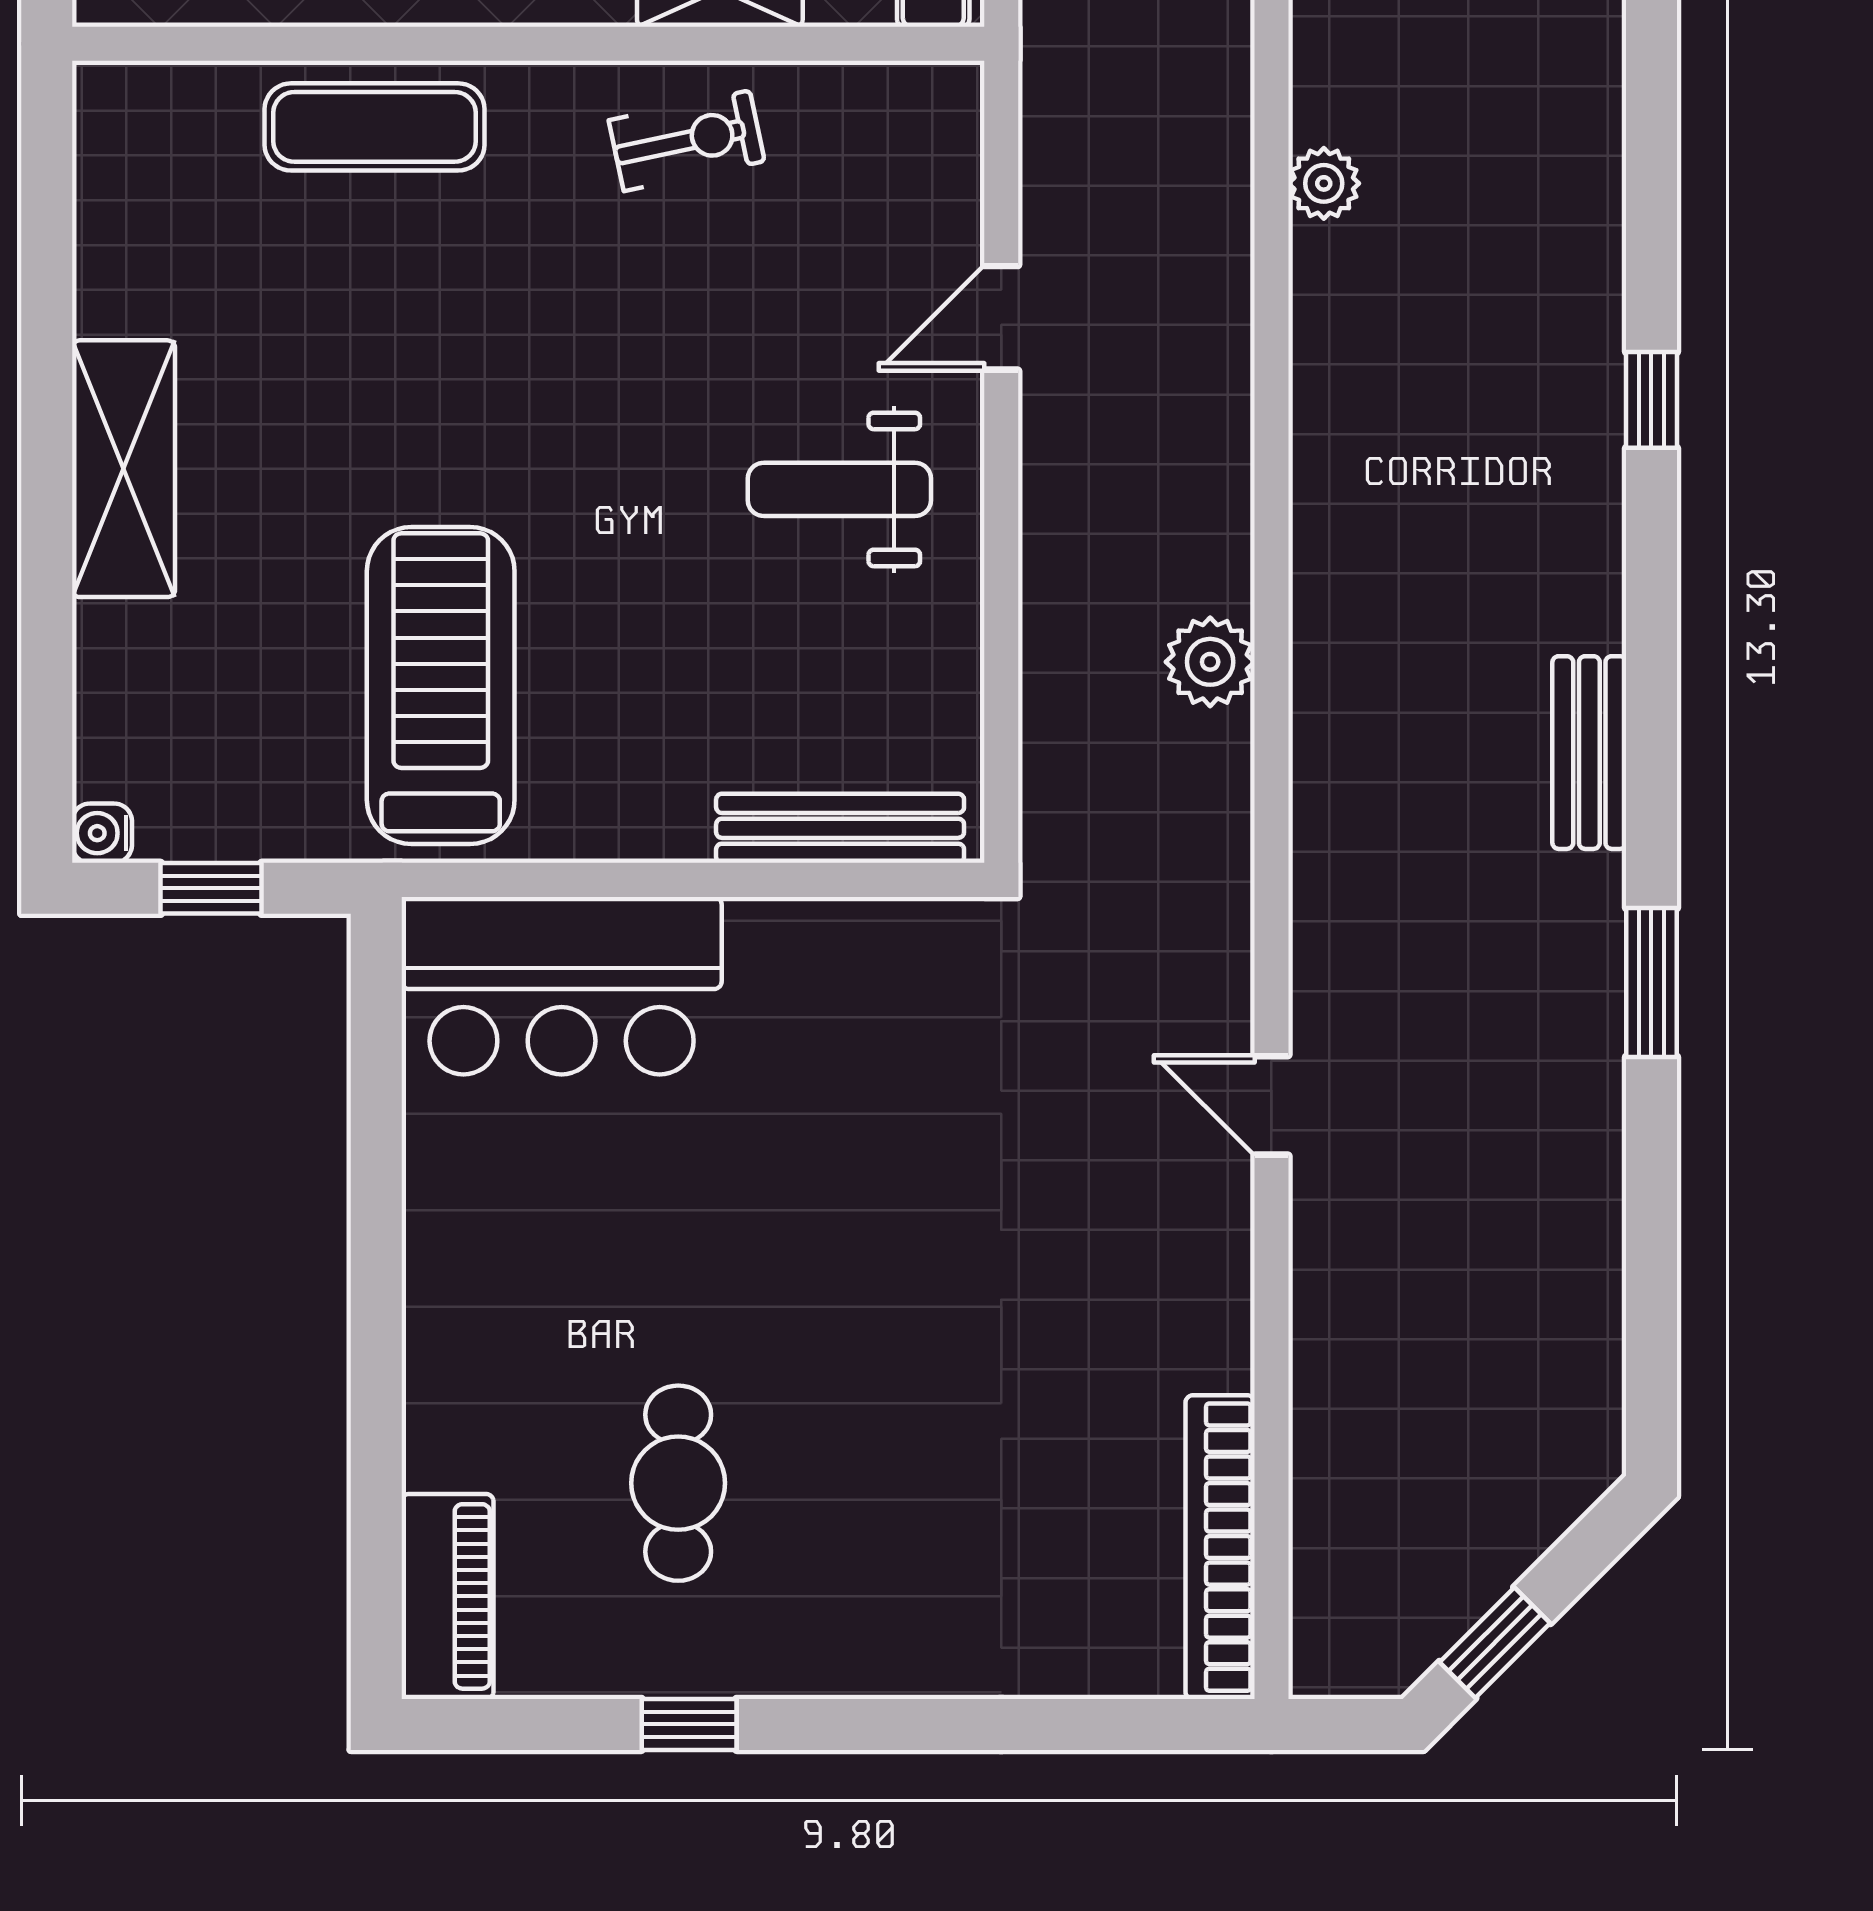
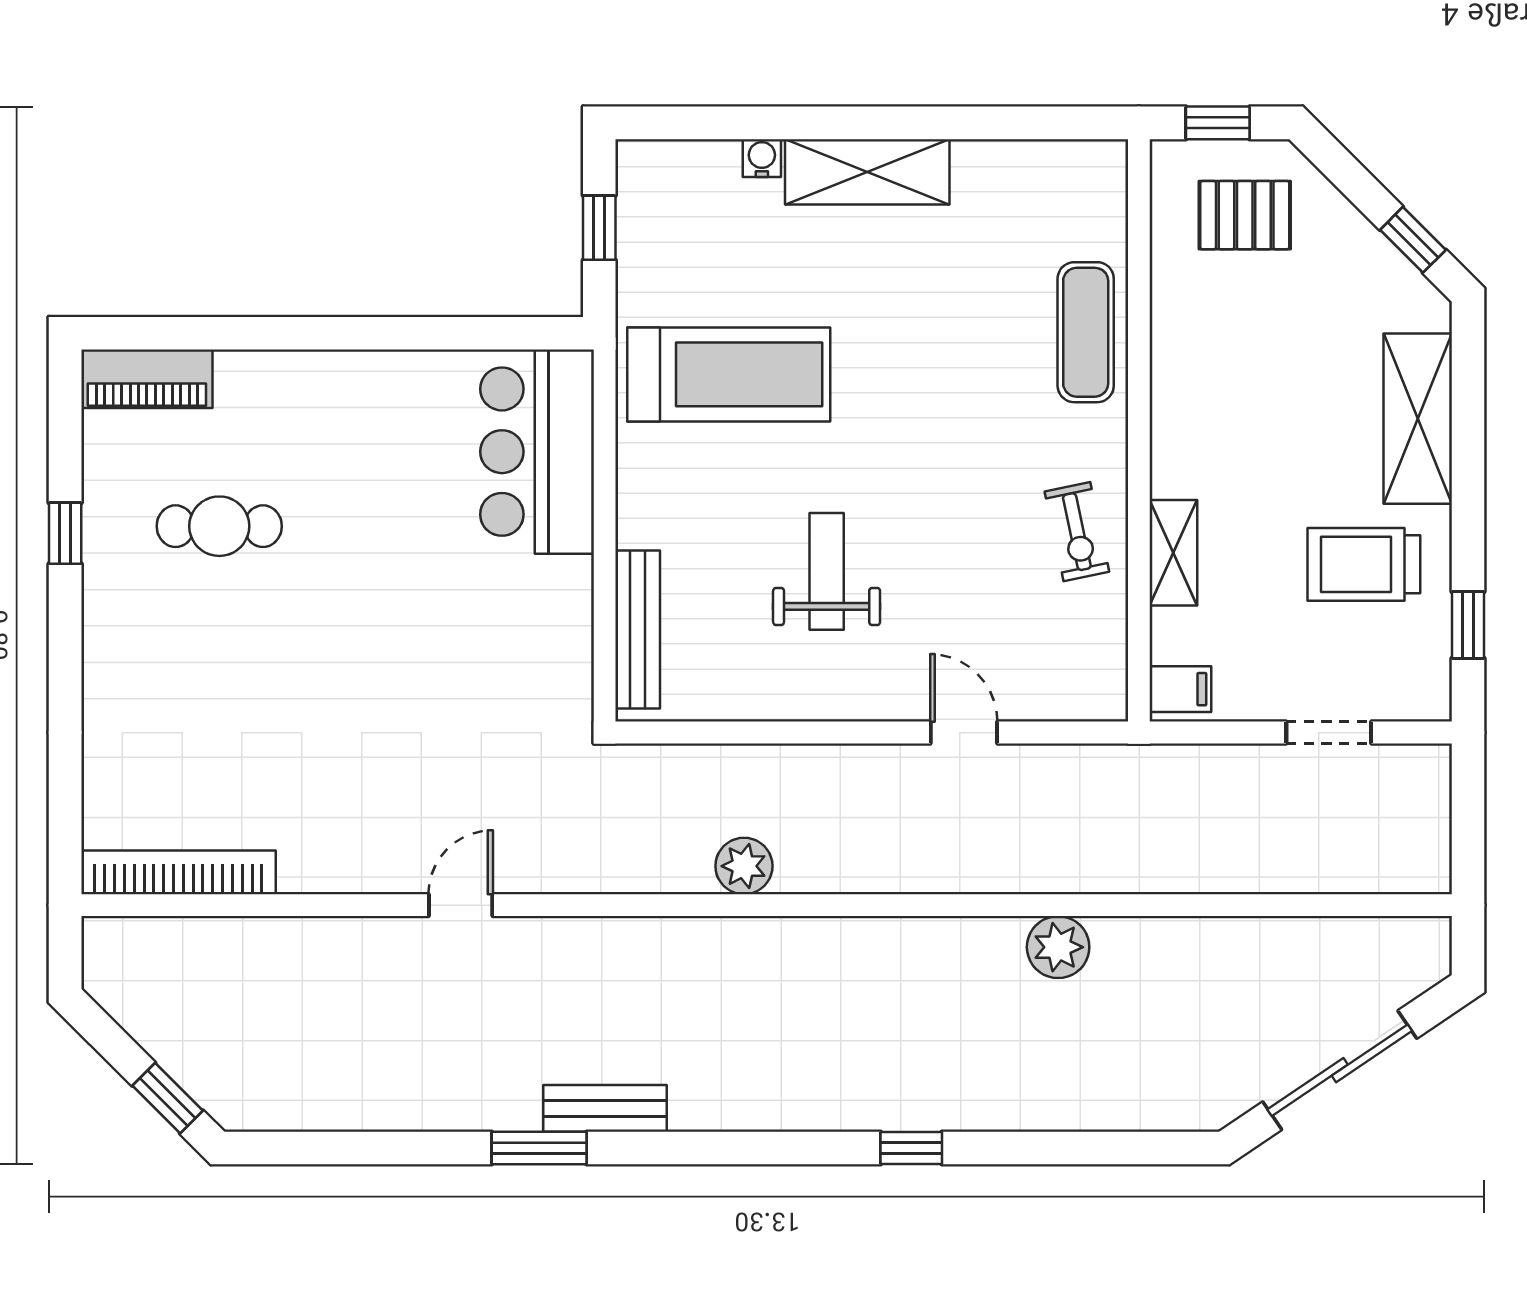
plant: (1324, 183) -> (1058, 947), width x1.38, depth x1.38
weight bench: (839, 489) -> (827, 571), moved
bench: (1589, 753) -> (605, 1108), moved
water cooler: (102, 833) -> (762, 158), moved
window: (1495, 1643) -> (168, 1098), moved

